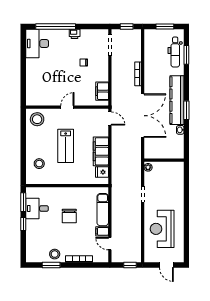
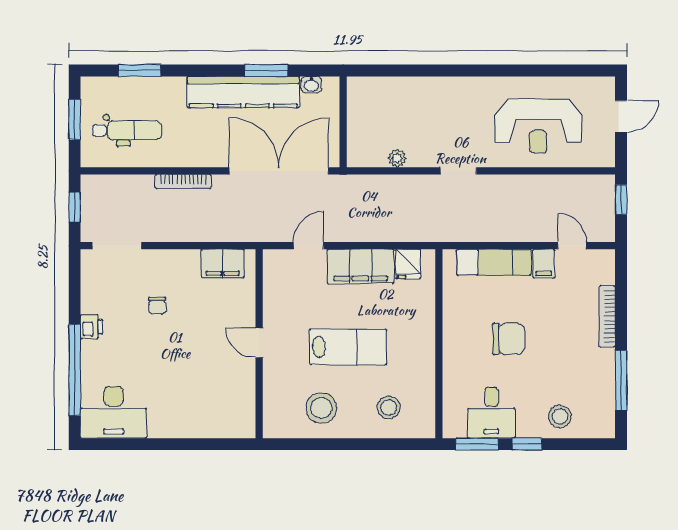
dental chair: (175, 52) -> (127, 130), moved
stool: (37, 119) -> (321, 408), moved
door: (110, 119) -> (309, 246), moved
wall: (164, 160) -> (343, 122), moved
door: (110, 244) -> (572, 246), swing flipped
stool: (55, 254) -> (560, 416), moved
window: (51, 265) -> (621, 380), width x1.44

